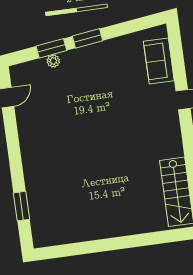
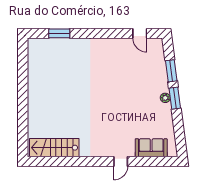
plant: (53, 61) -> (165, 98), moved

